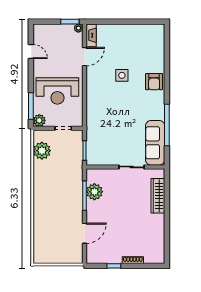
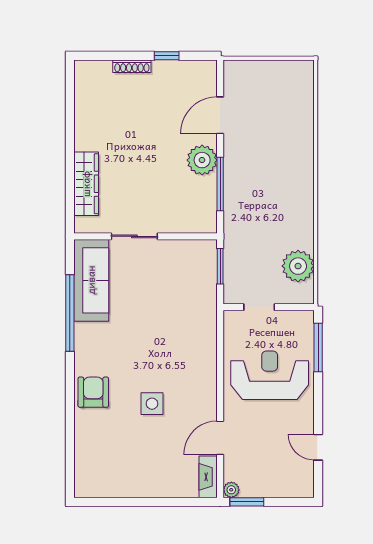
plant: (39, 120) -> (303, 321), removed
plant: (94, 192) -> (202, 160), moved

